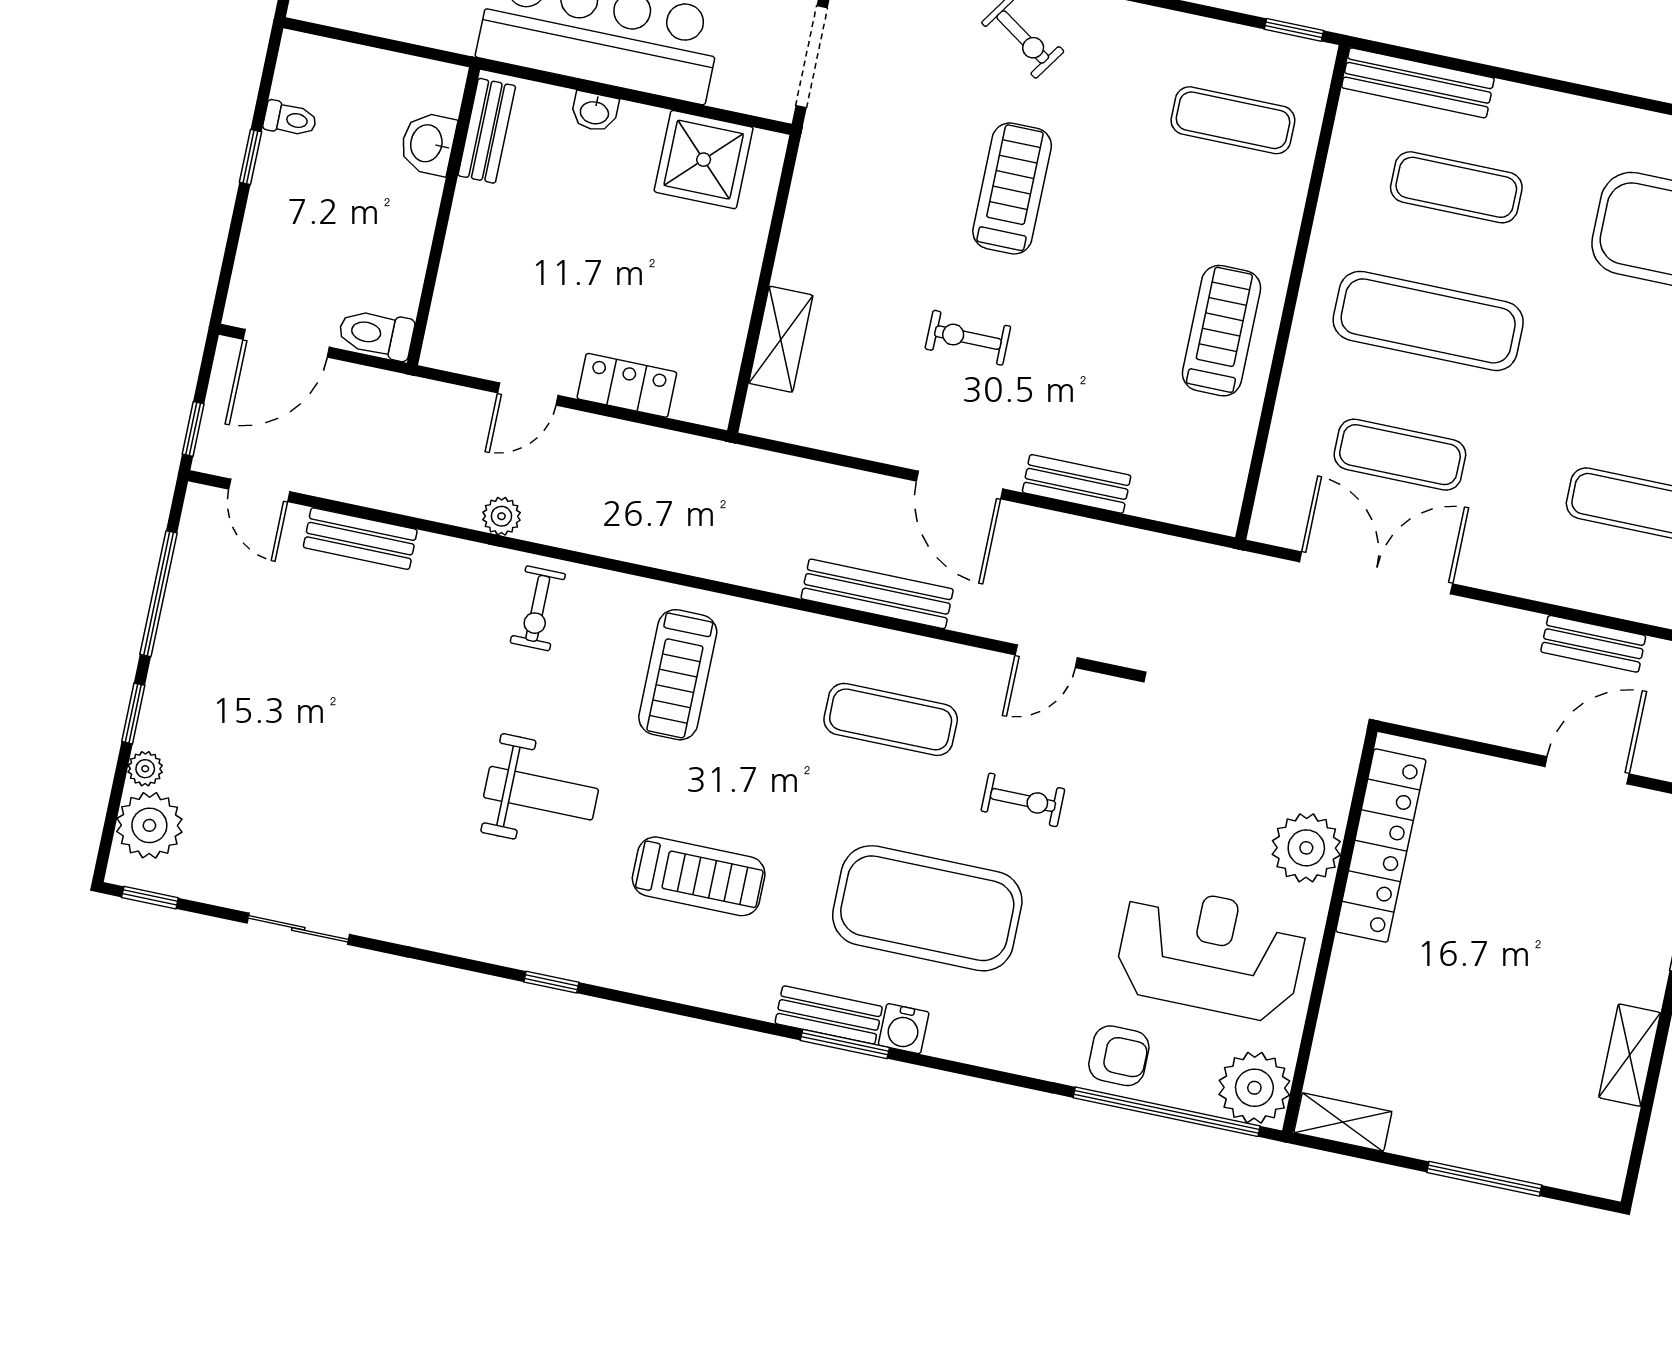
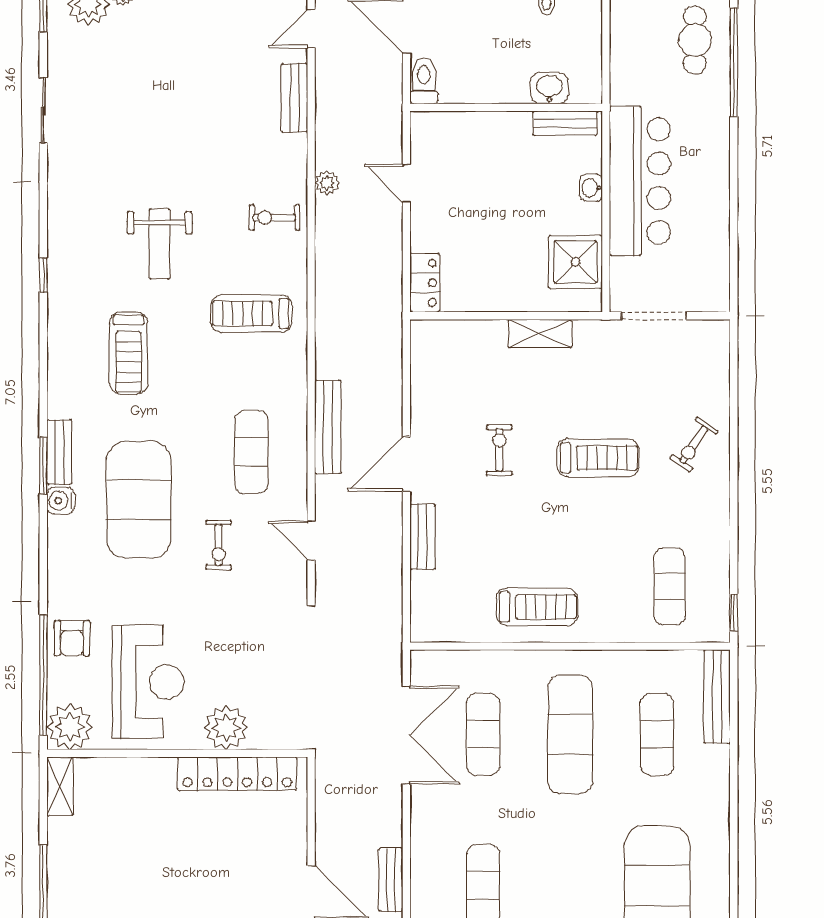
shelving: (781, 339) -> (540, 334), moved
locker: (627, 385) -> (425, 283), moved

